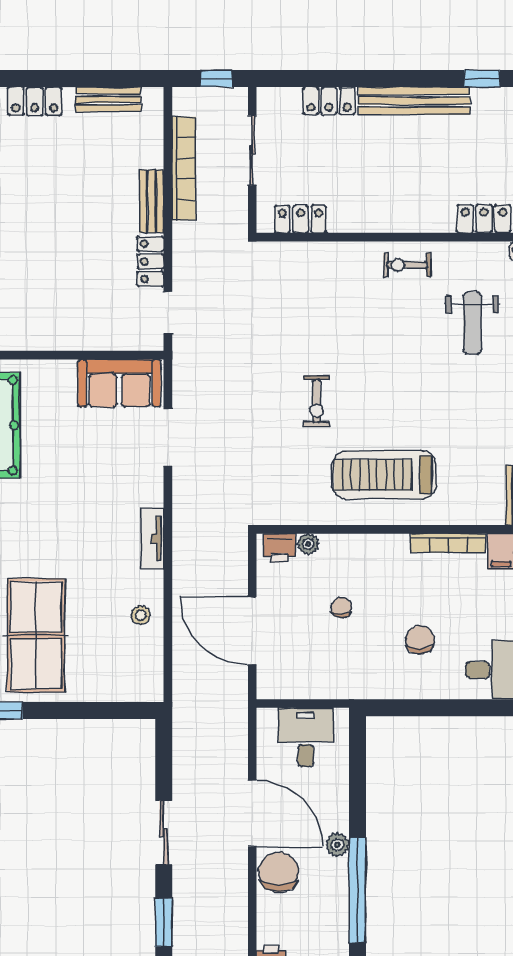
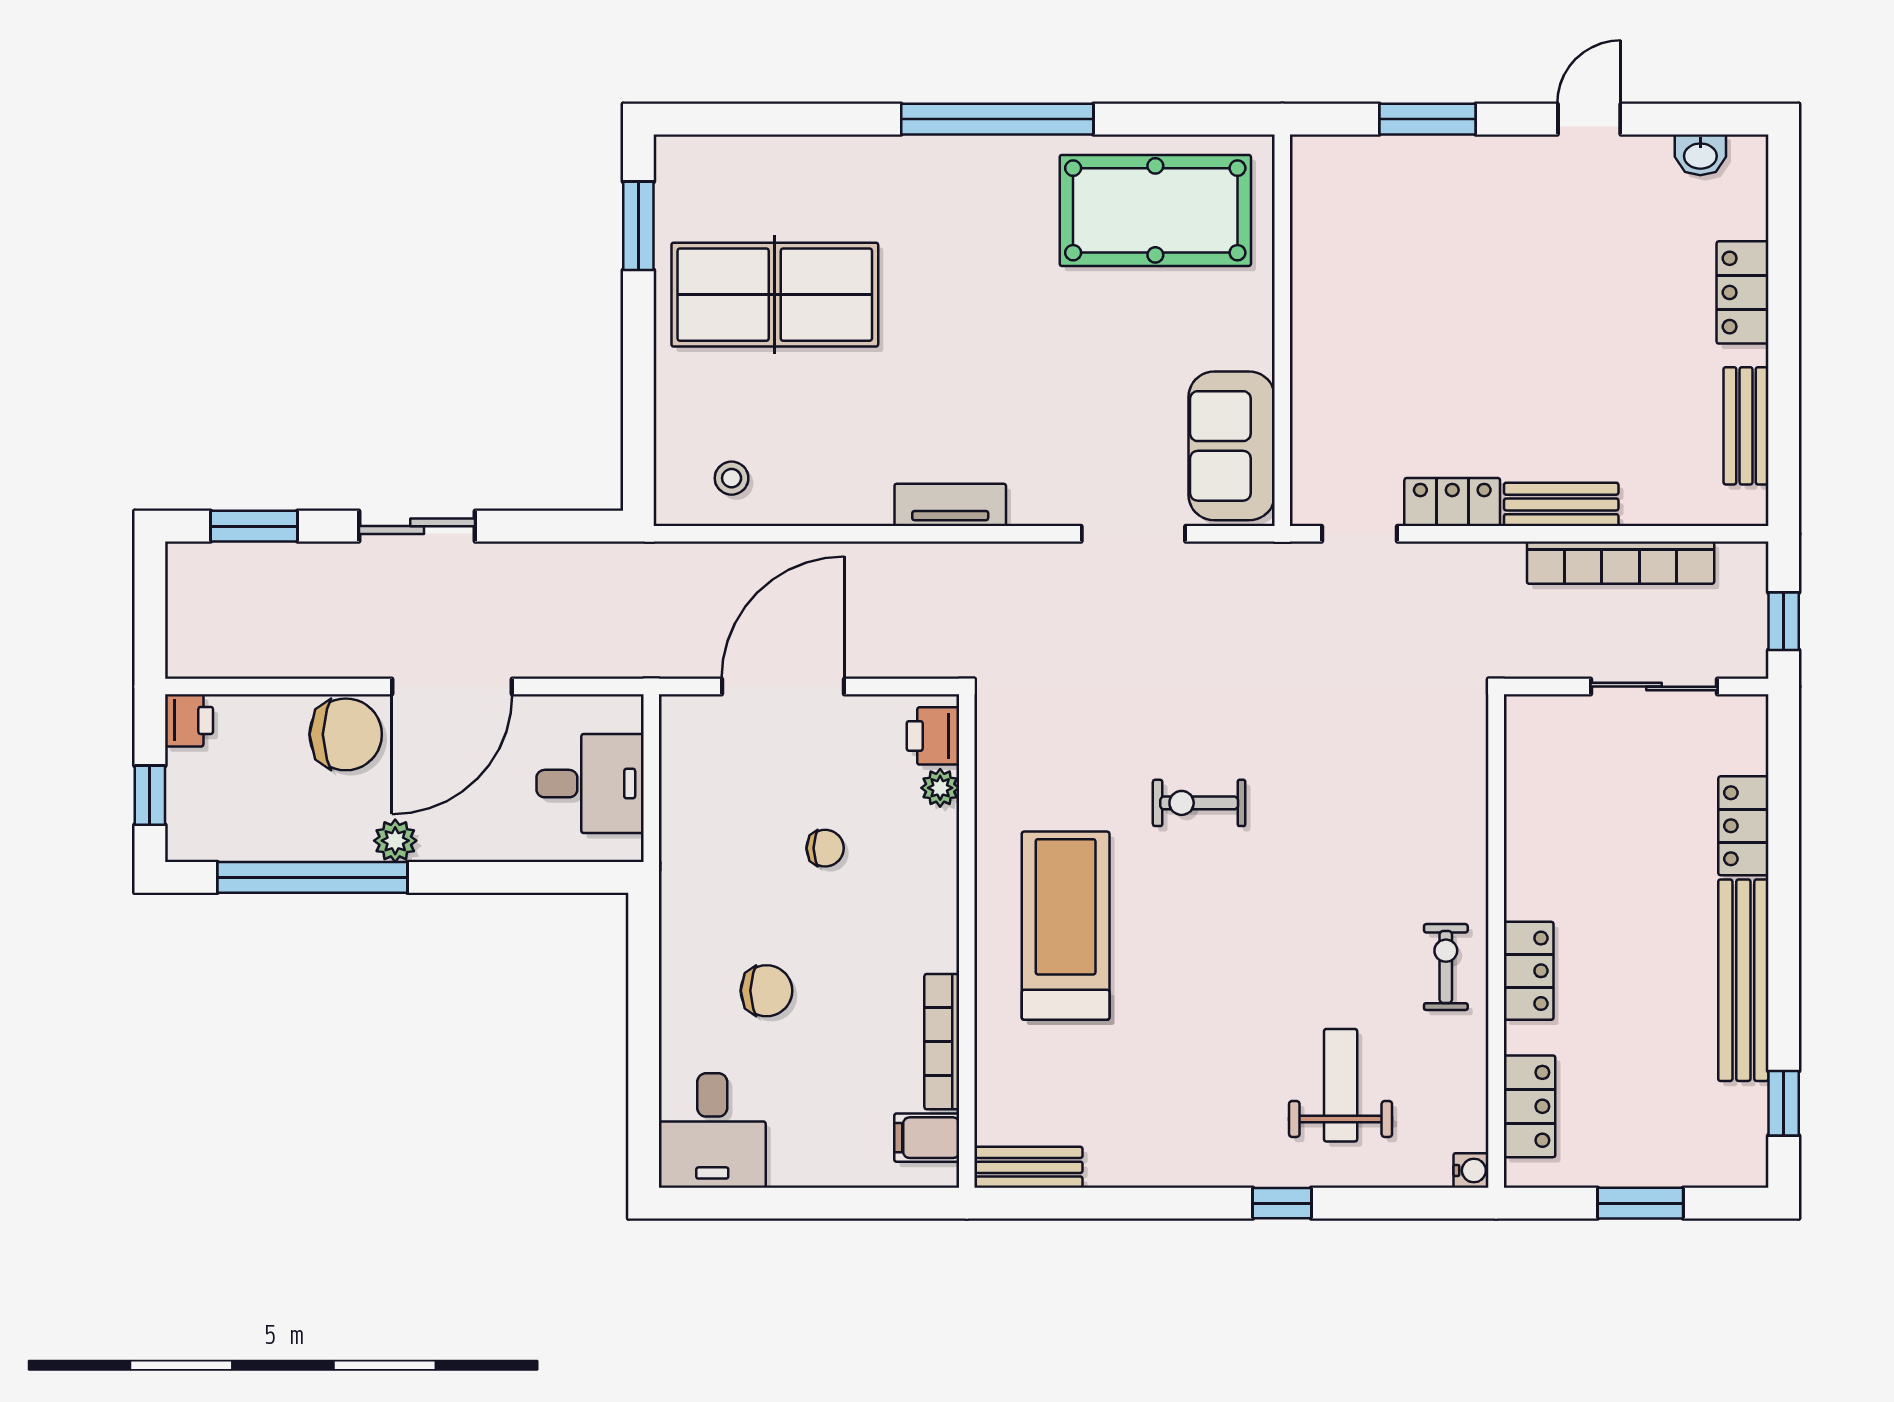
locker: (301, 219) -> (1529, 971), moved
weight bench: (472, 323) -> (1341, 1085), turned 90
stool: (141, 615) -> (732, 478), moved

